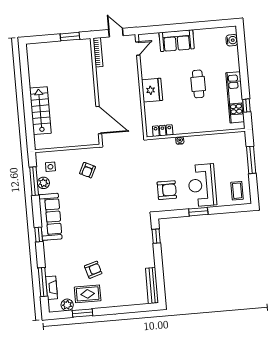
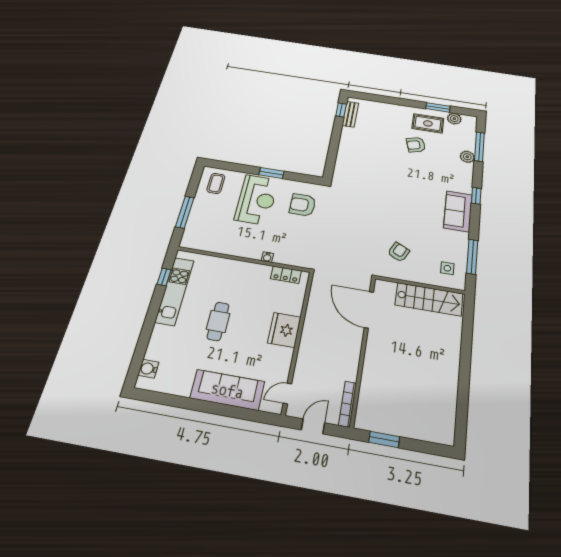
door: (116, 33) -> (313, 426), swing flipped
sofa: (177, 41) -> (227, 390), width x1.36
stairs: (40, 111) -> (429, 299), moved, turned -90
plant: (43, 183) -> (467, 157), moved
sofa: (50, 217) -> (458, 211), width x0.73
window: (156, 236) -> (341, 110), moved
bench: (152, 286) -> (350, 114), width x0.73
fireplace: (52, 288) -> (470, 139), removed

